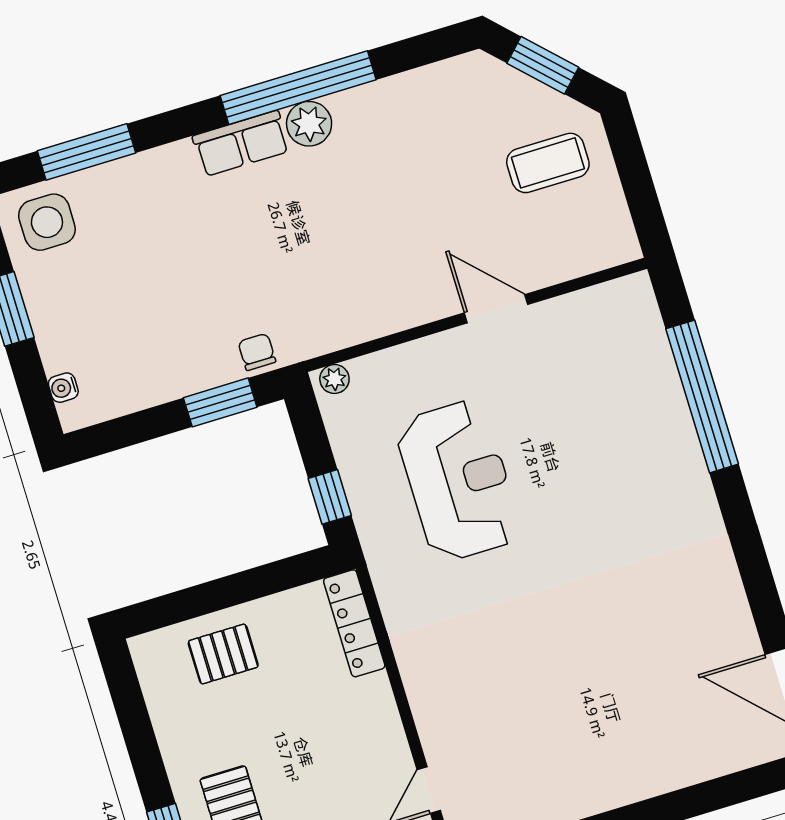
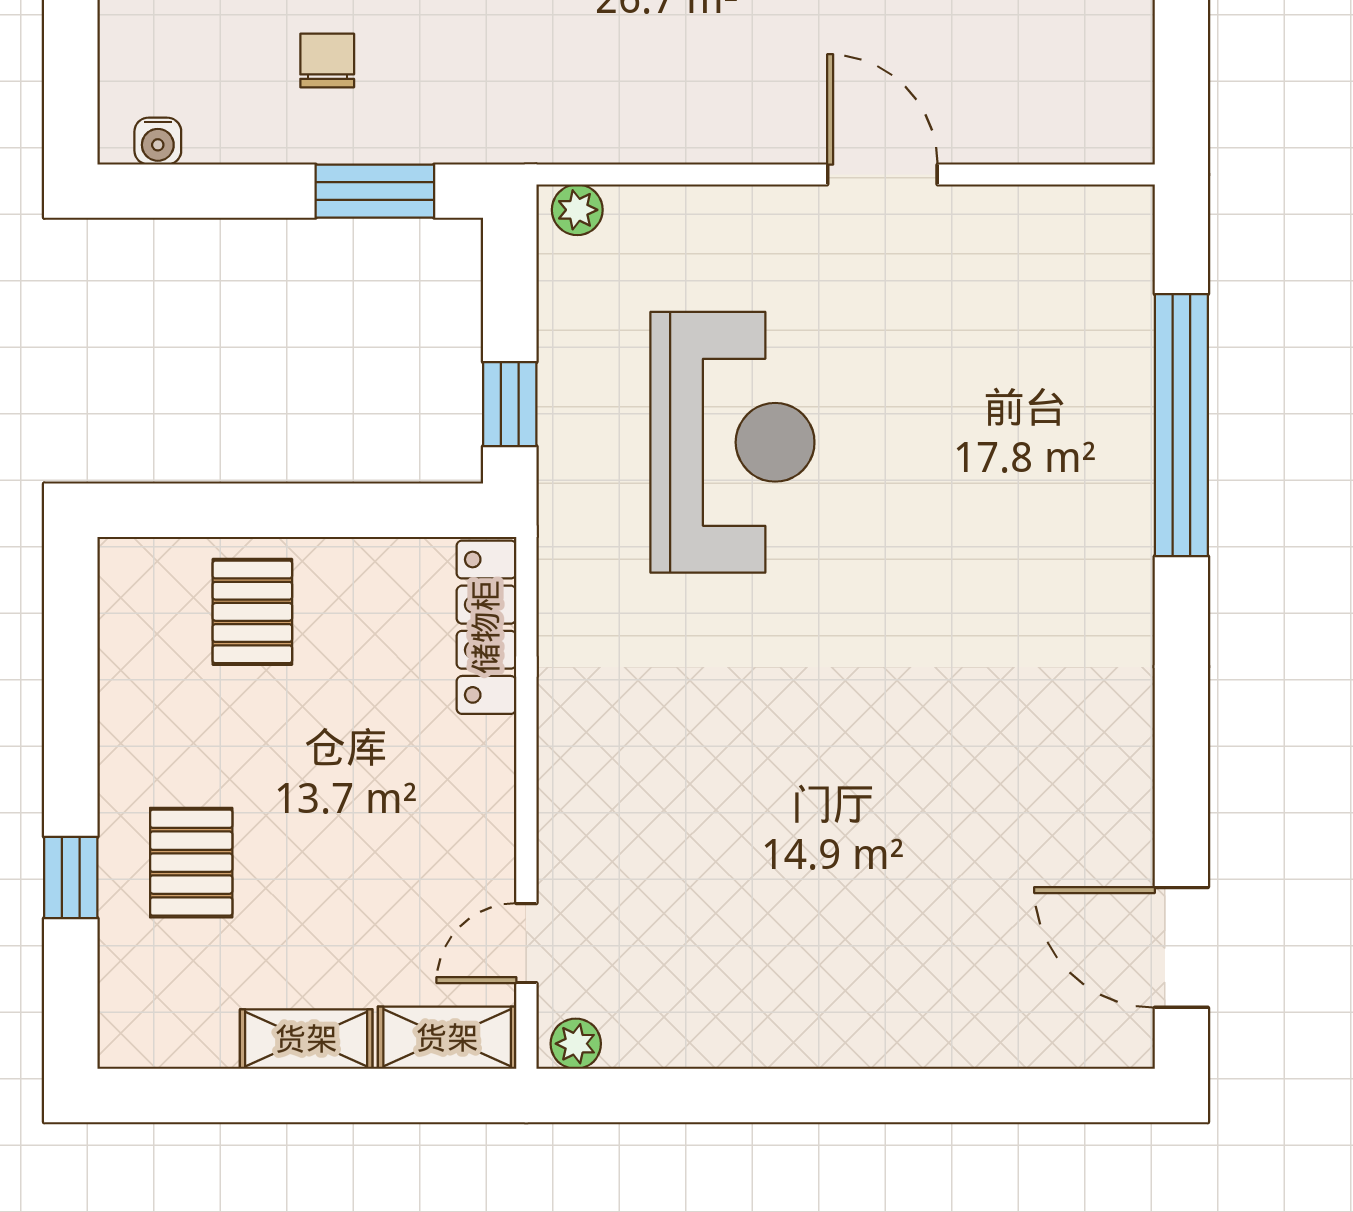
chair: (257, 352) -> (327, 61), moved
water cooler: (63, 388) -> (158, 141), moved, turned -90
pallet: (223, 654) -> (252, 612), turned 90

